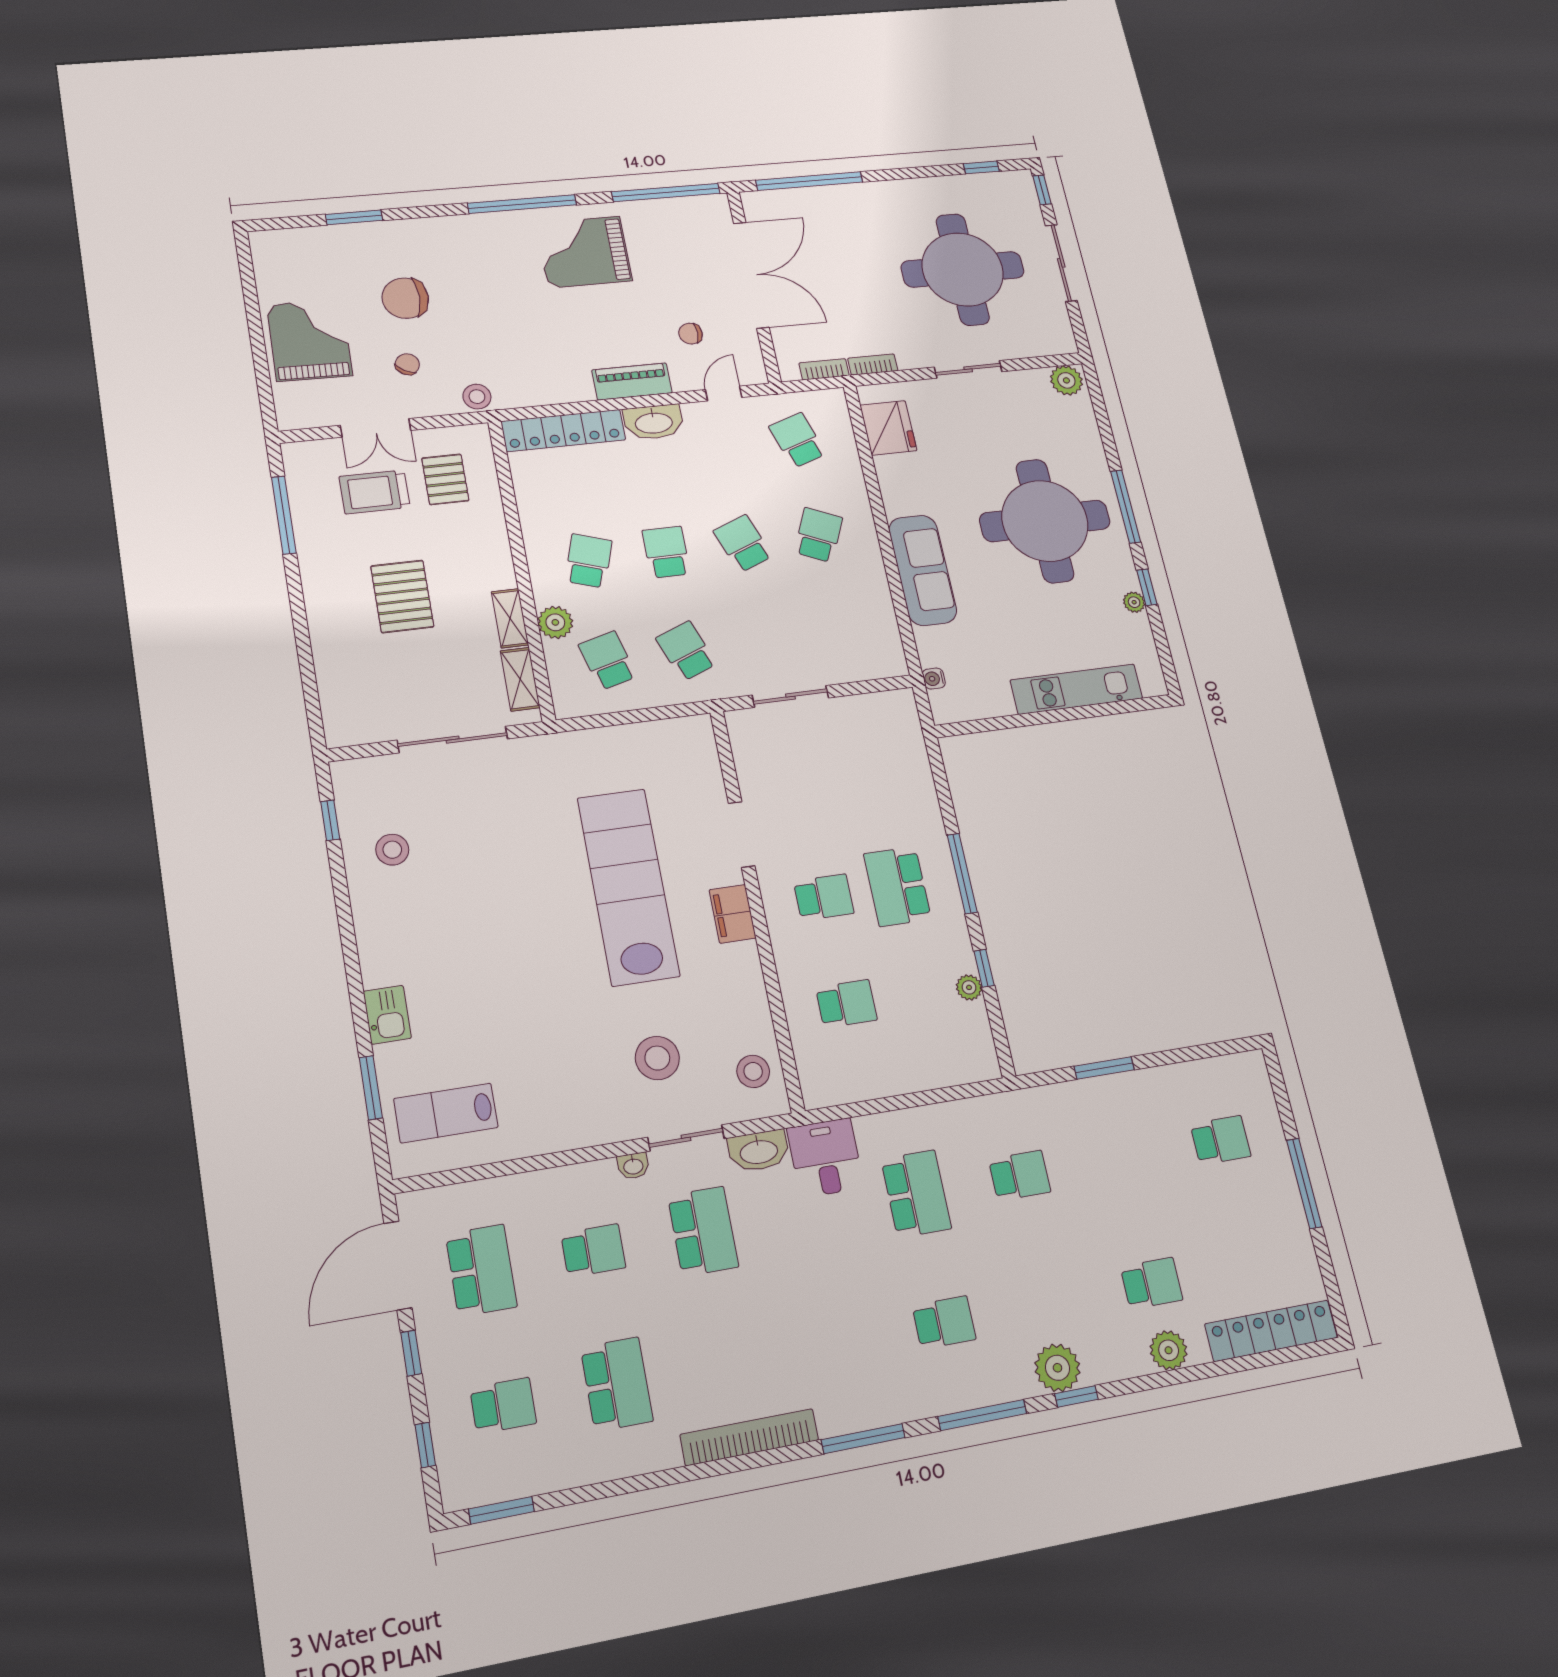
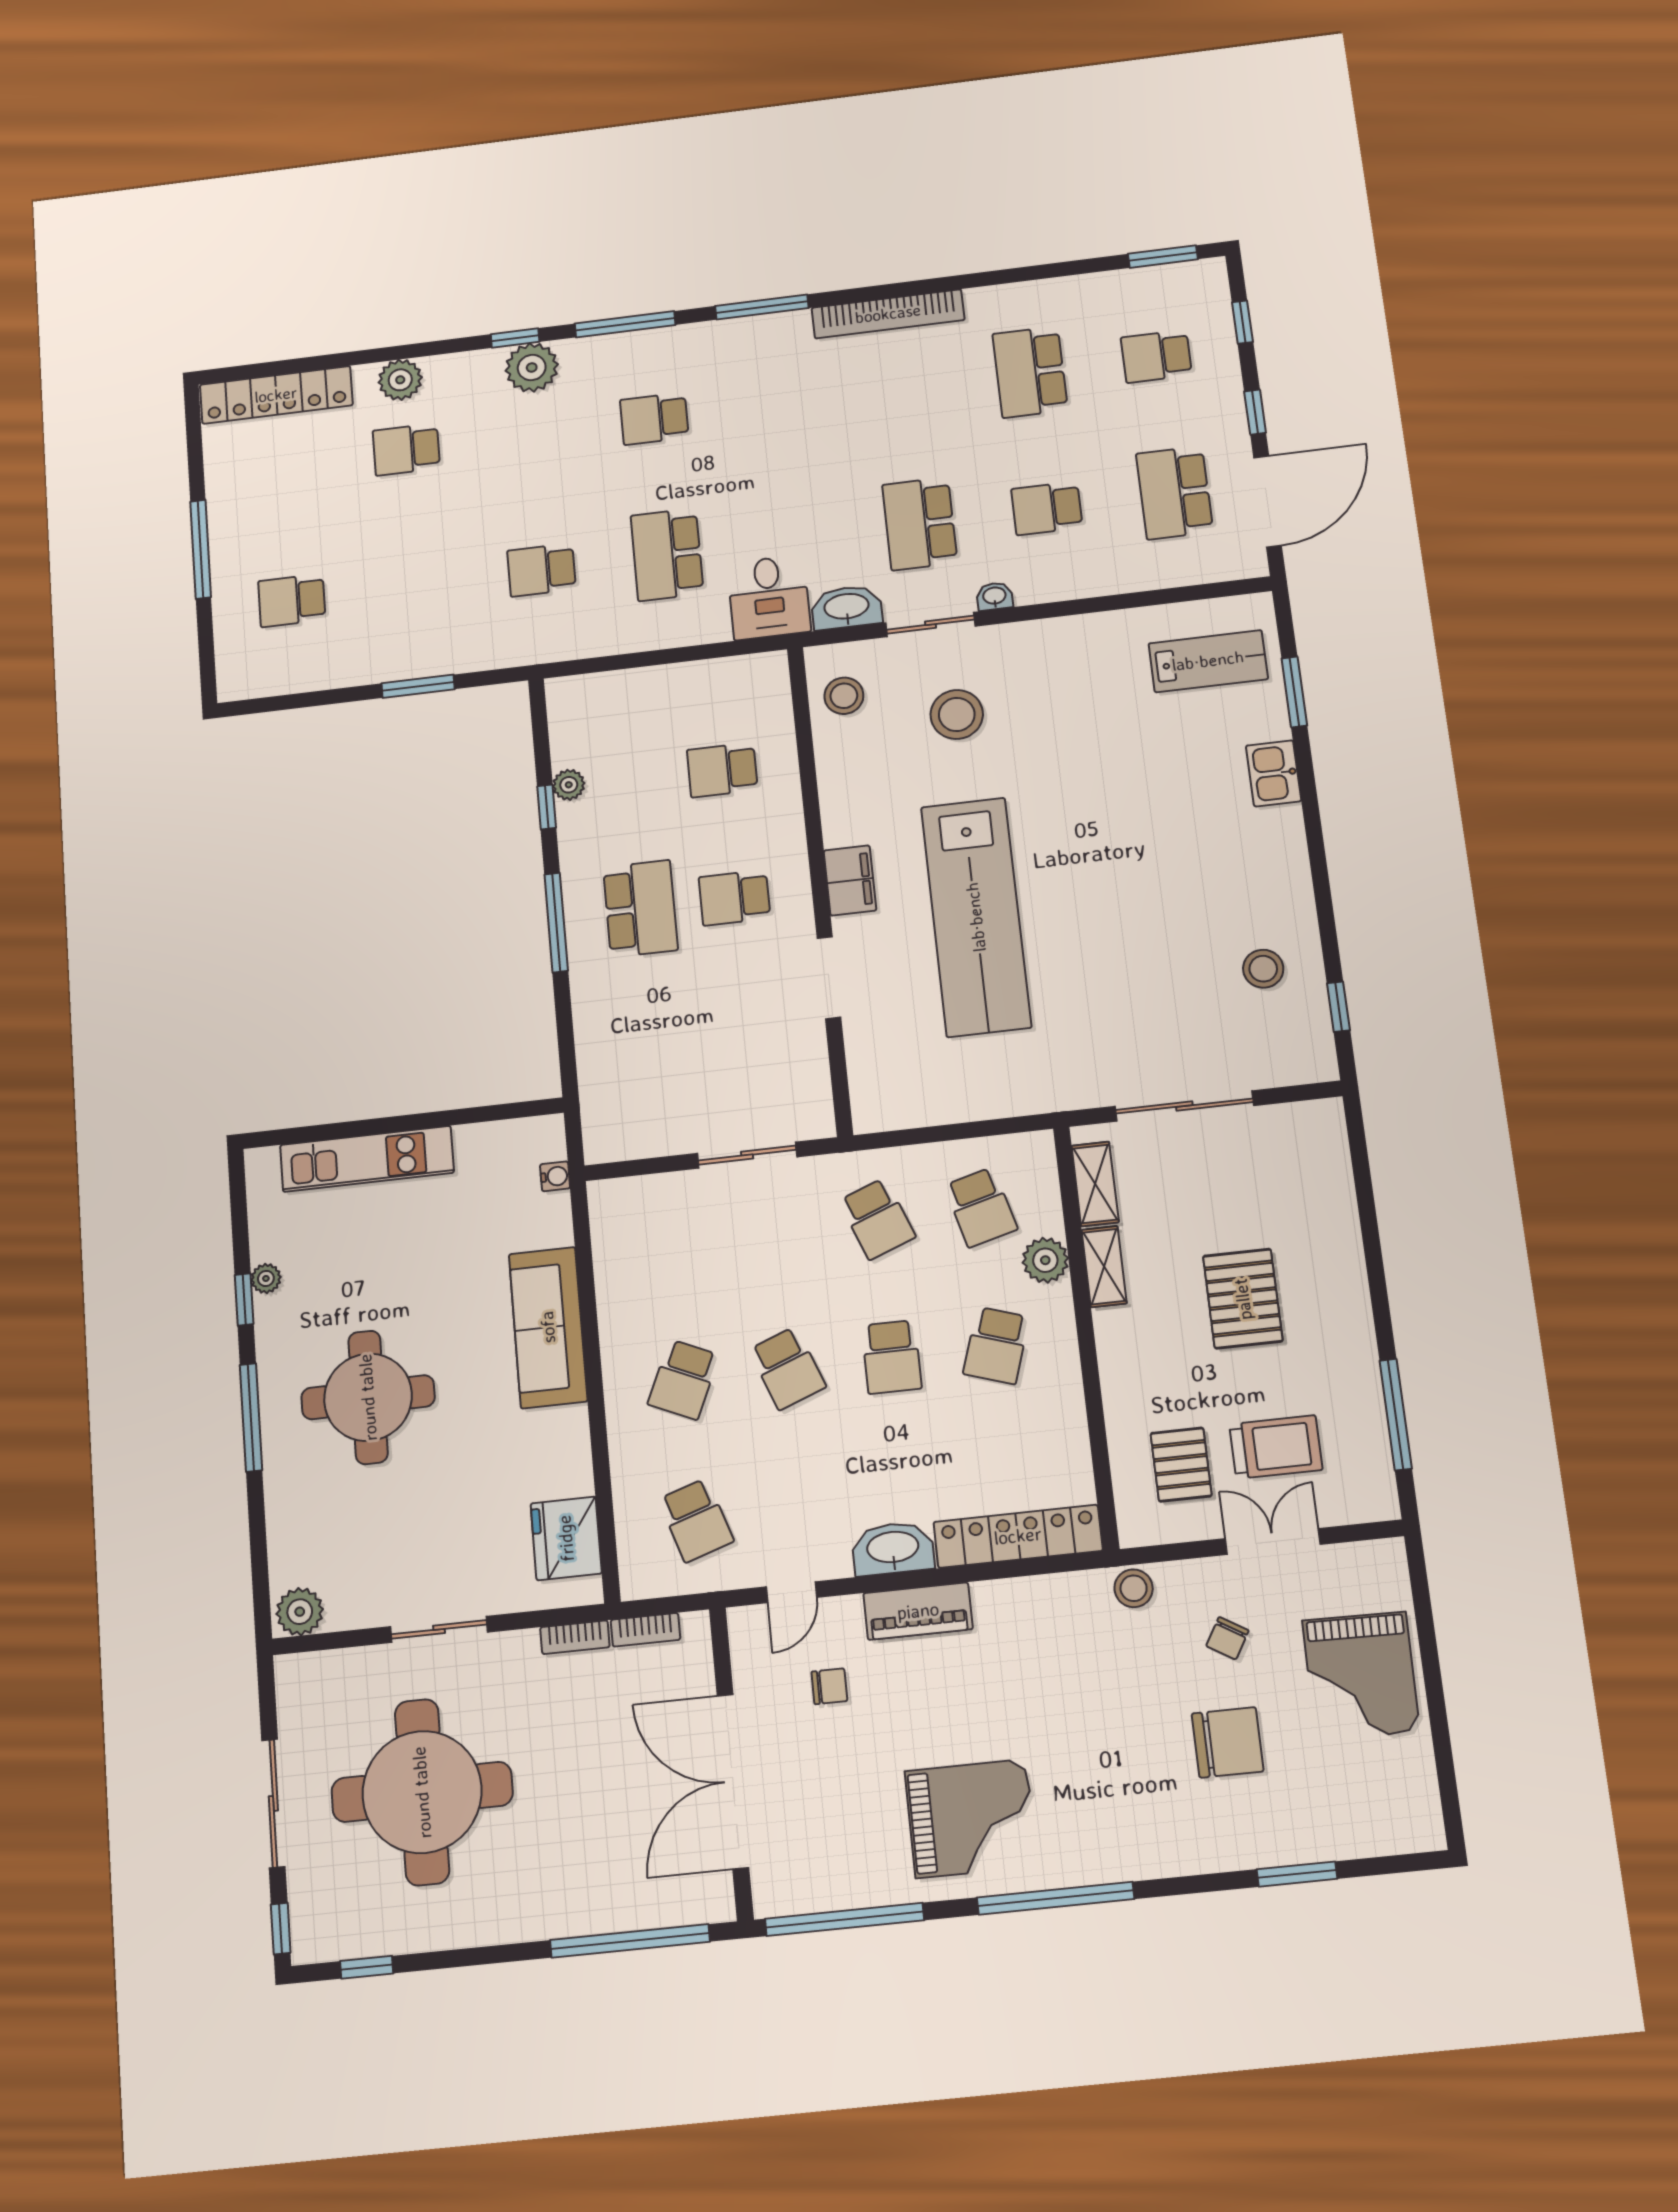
round table: (1045, 521) -> (368, 1397), width x0.73, depth x0.73

